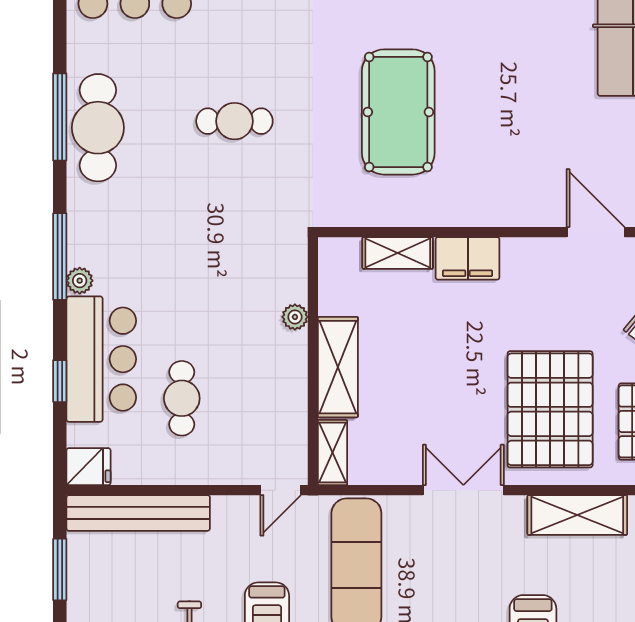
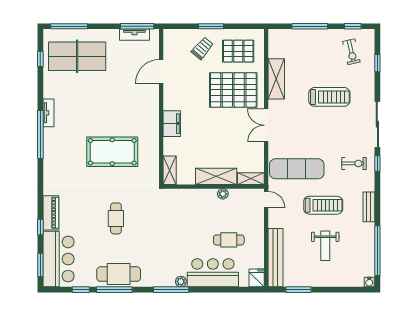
shelving: (398, 253) -> (170, 170), moved
plant: (295, 317) -> (223, 194), moved
window: (60, 381) -> (81, 290), moved

